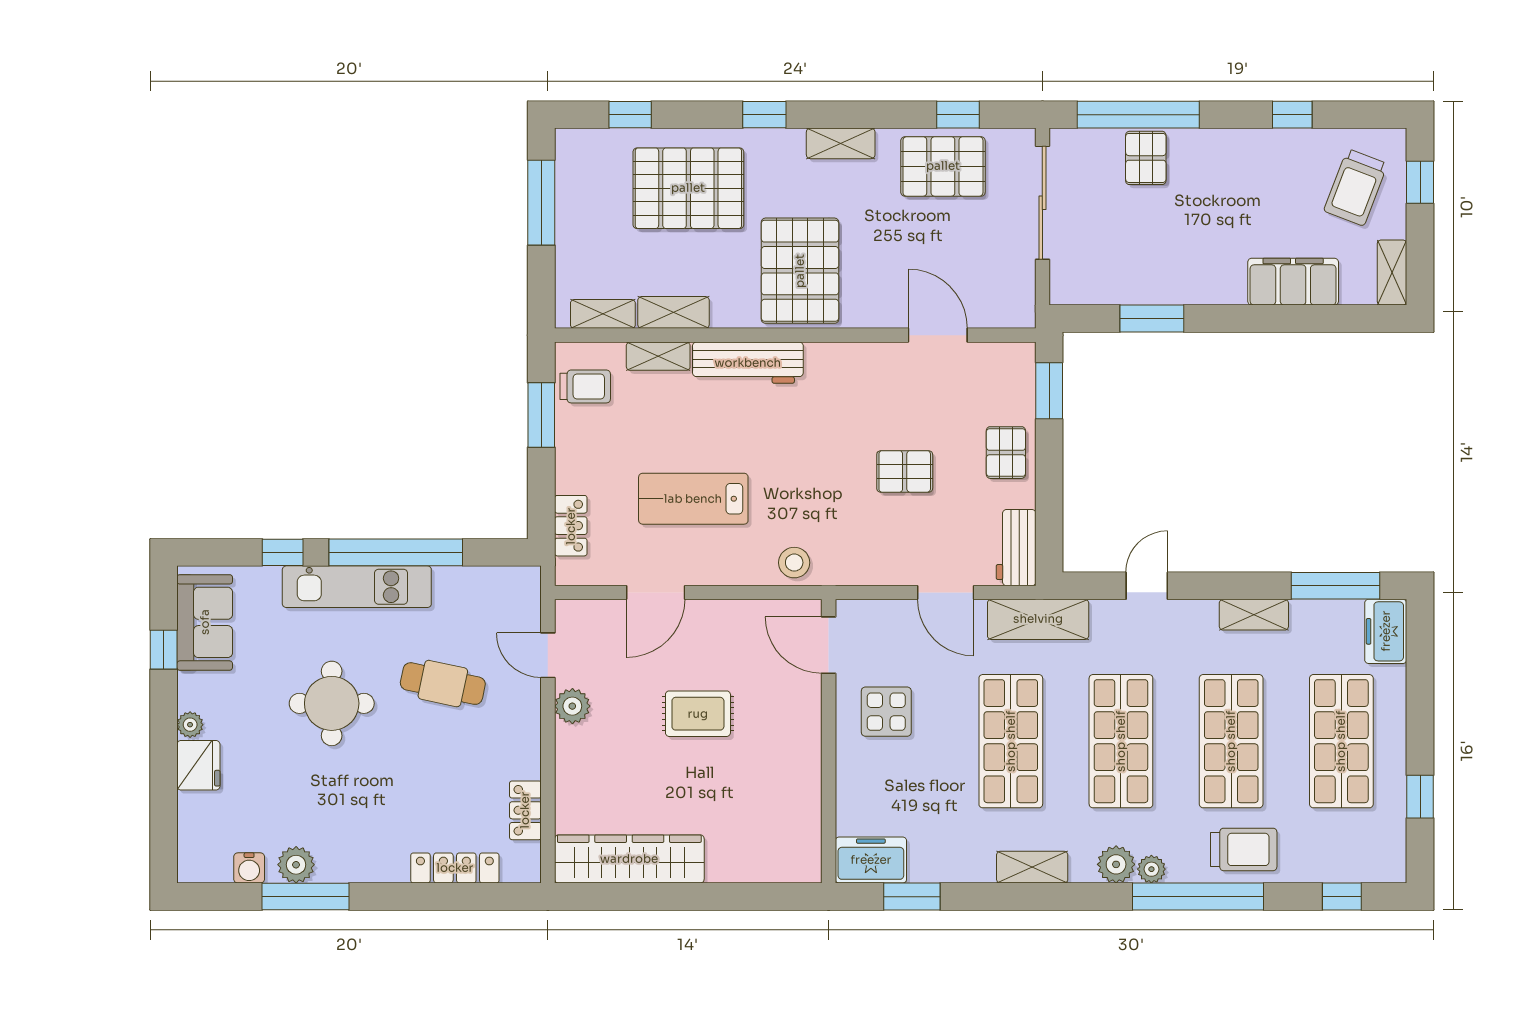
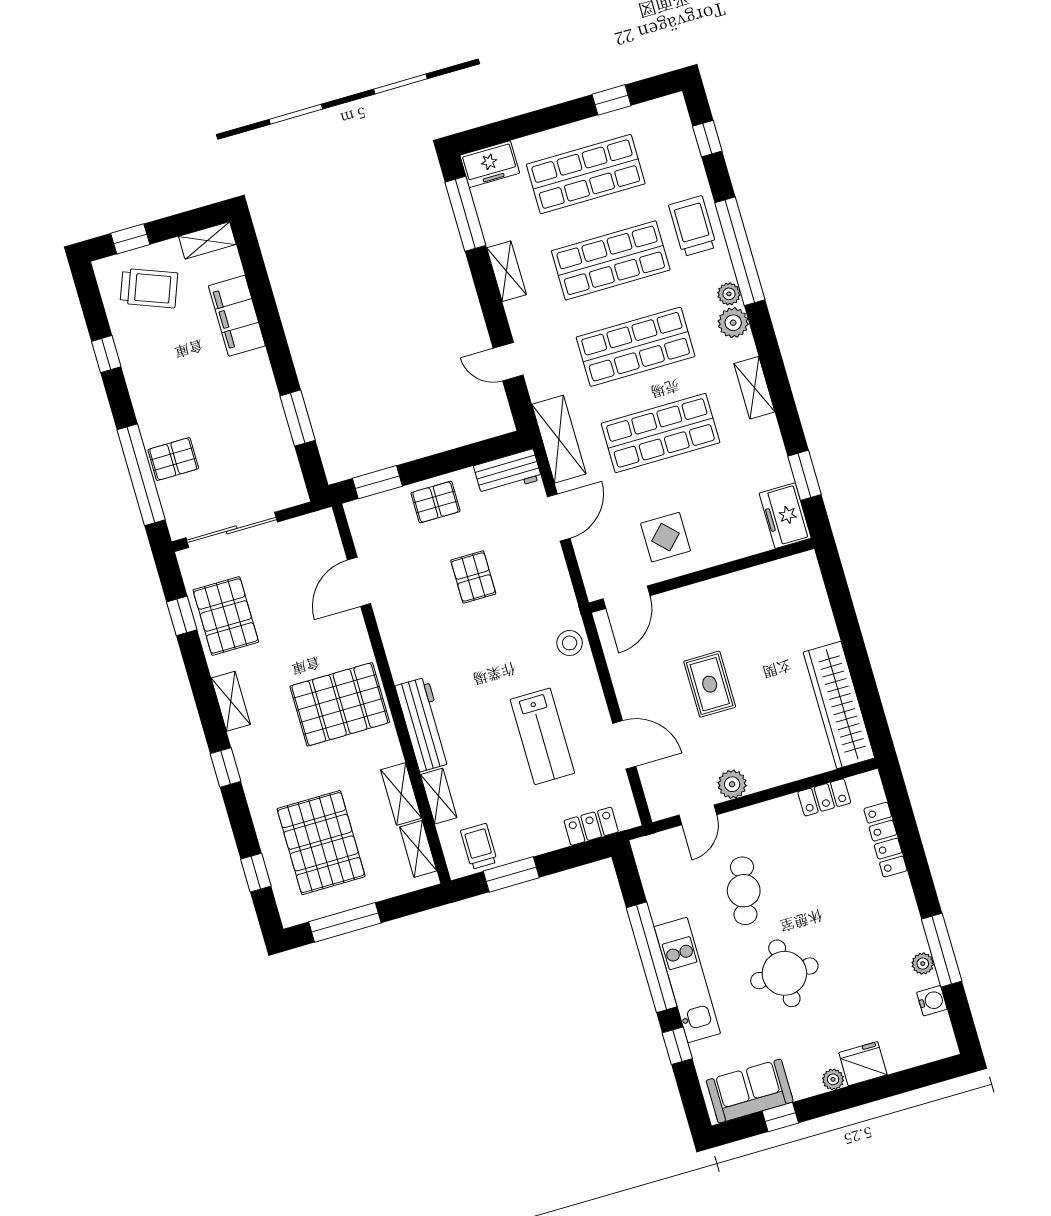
pallet: (688, 188) -> (321, 843), moved
plant: (296, 865) -> (923, 964), width x0.73, depth x0.73

